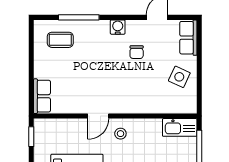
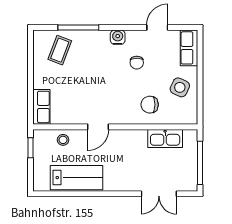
coffee table: (60, 40) -> (60, 50), turned -69
chair: (149, 94) -> (150, 105), added
kitchen sink: (180, 127) -> (165, 138), moved
stool: (120, 134) -> (63, 140), moved

